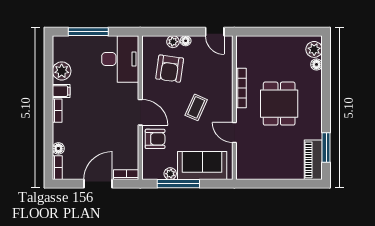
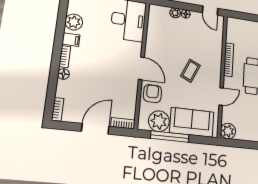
armchair: (170, 69) -> (170, 35), removed
door: (234, 133) -> (221, 96), swing flipped
armchair: (155, 139) -> (152, 94), turned -90
floor lamp: (58, 148) -> (63, 74), moved
plant: (245, 171) -> (228, 131), added
plant: (170, 174) -> (159, 121), width x1.88, depth x1.88

